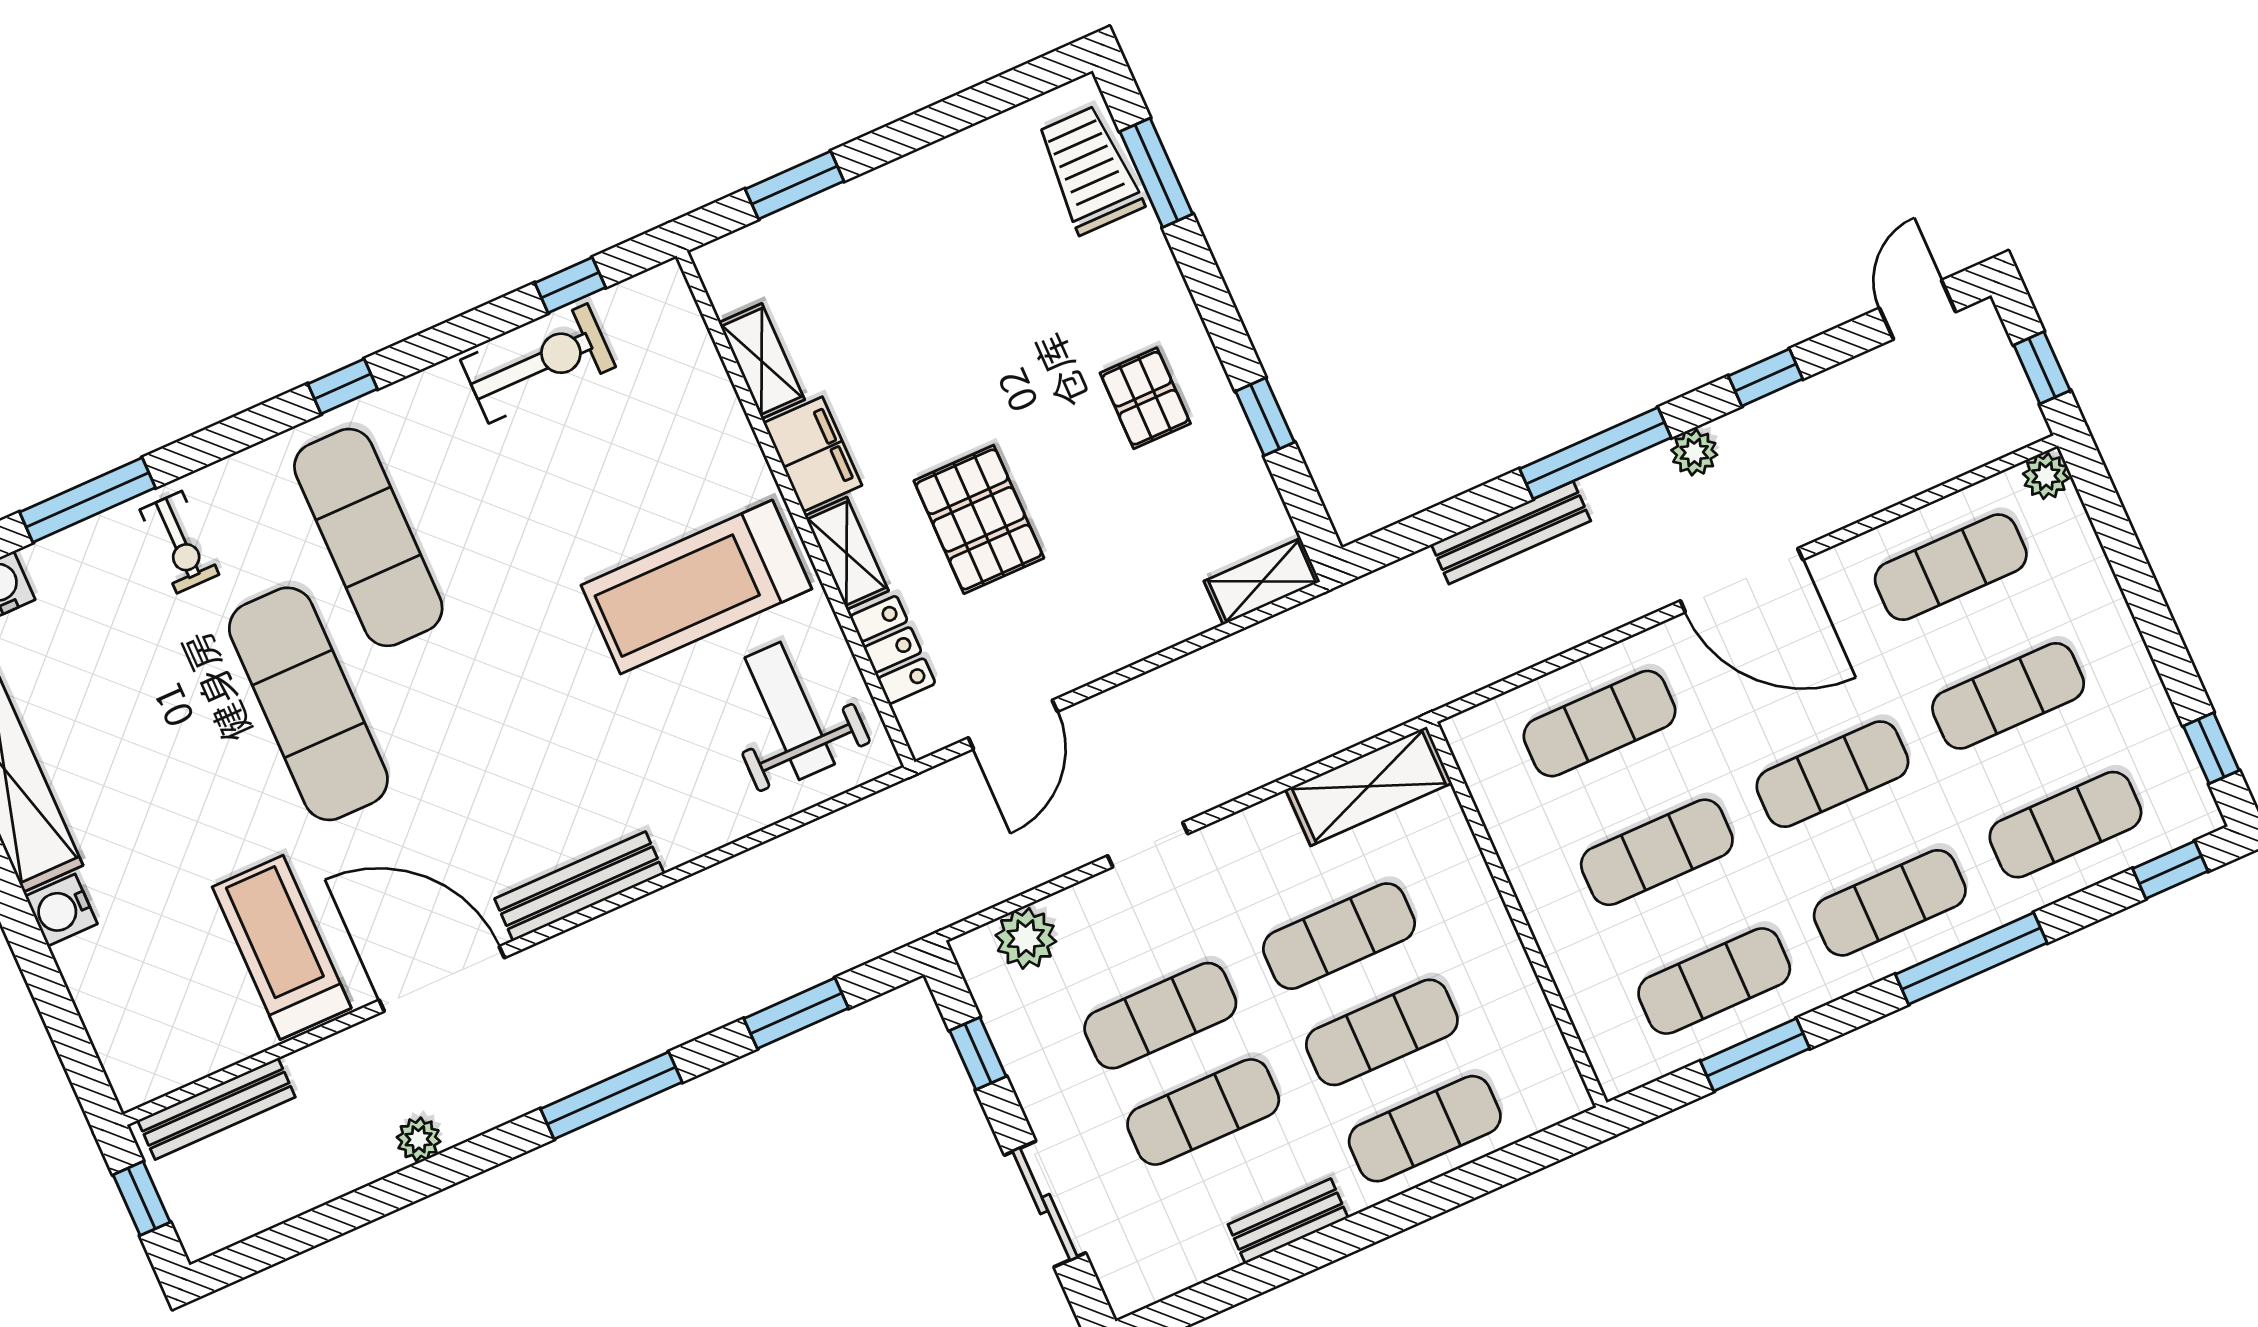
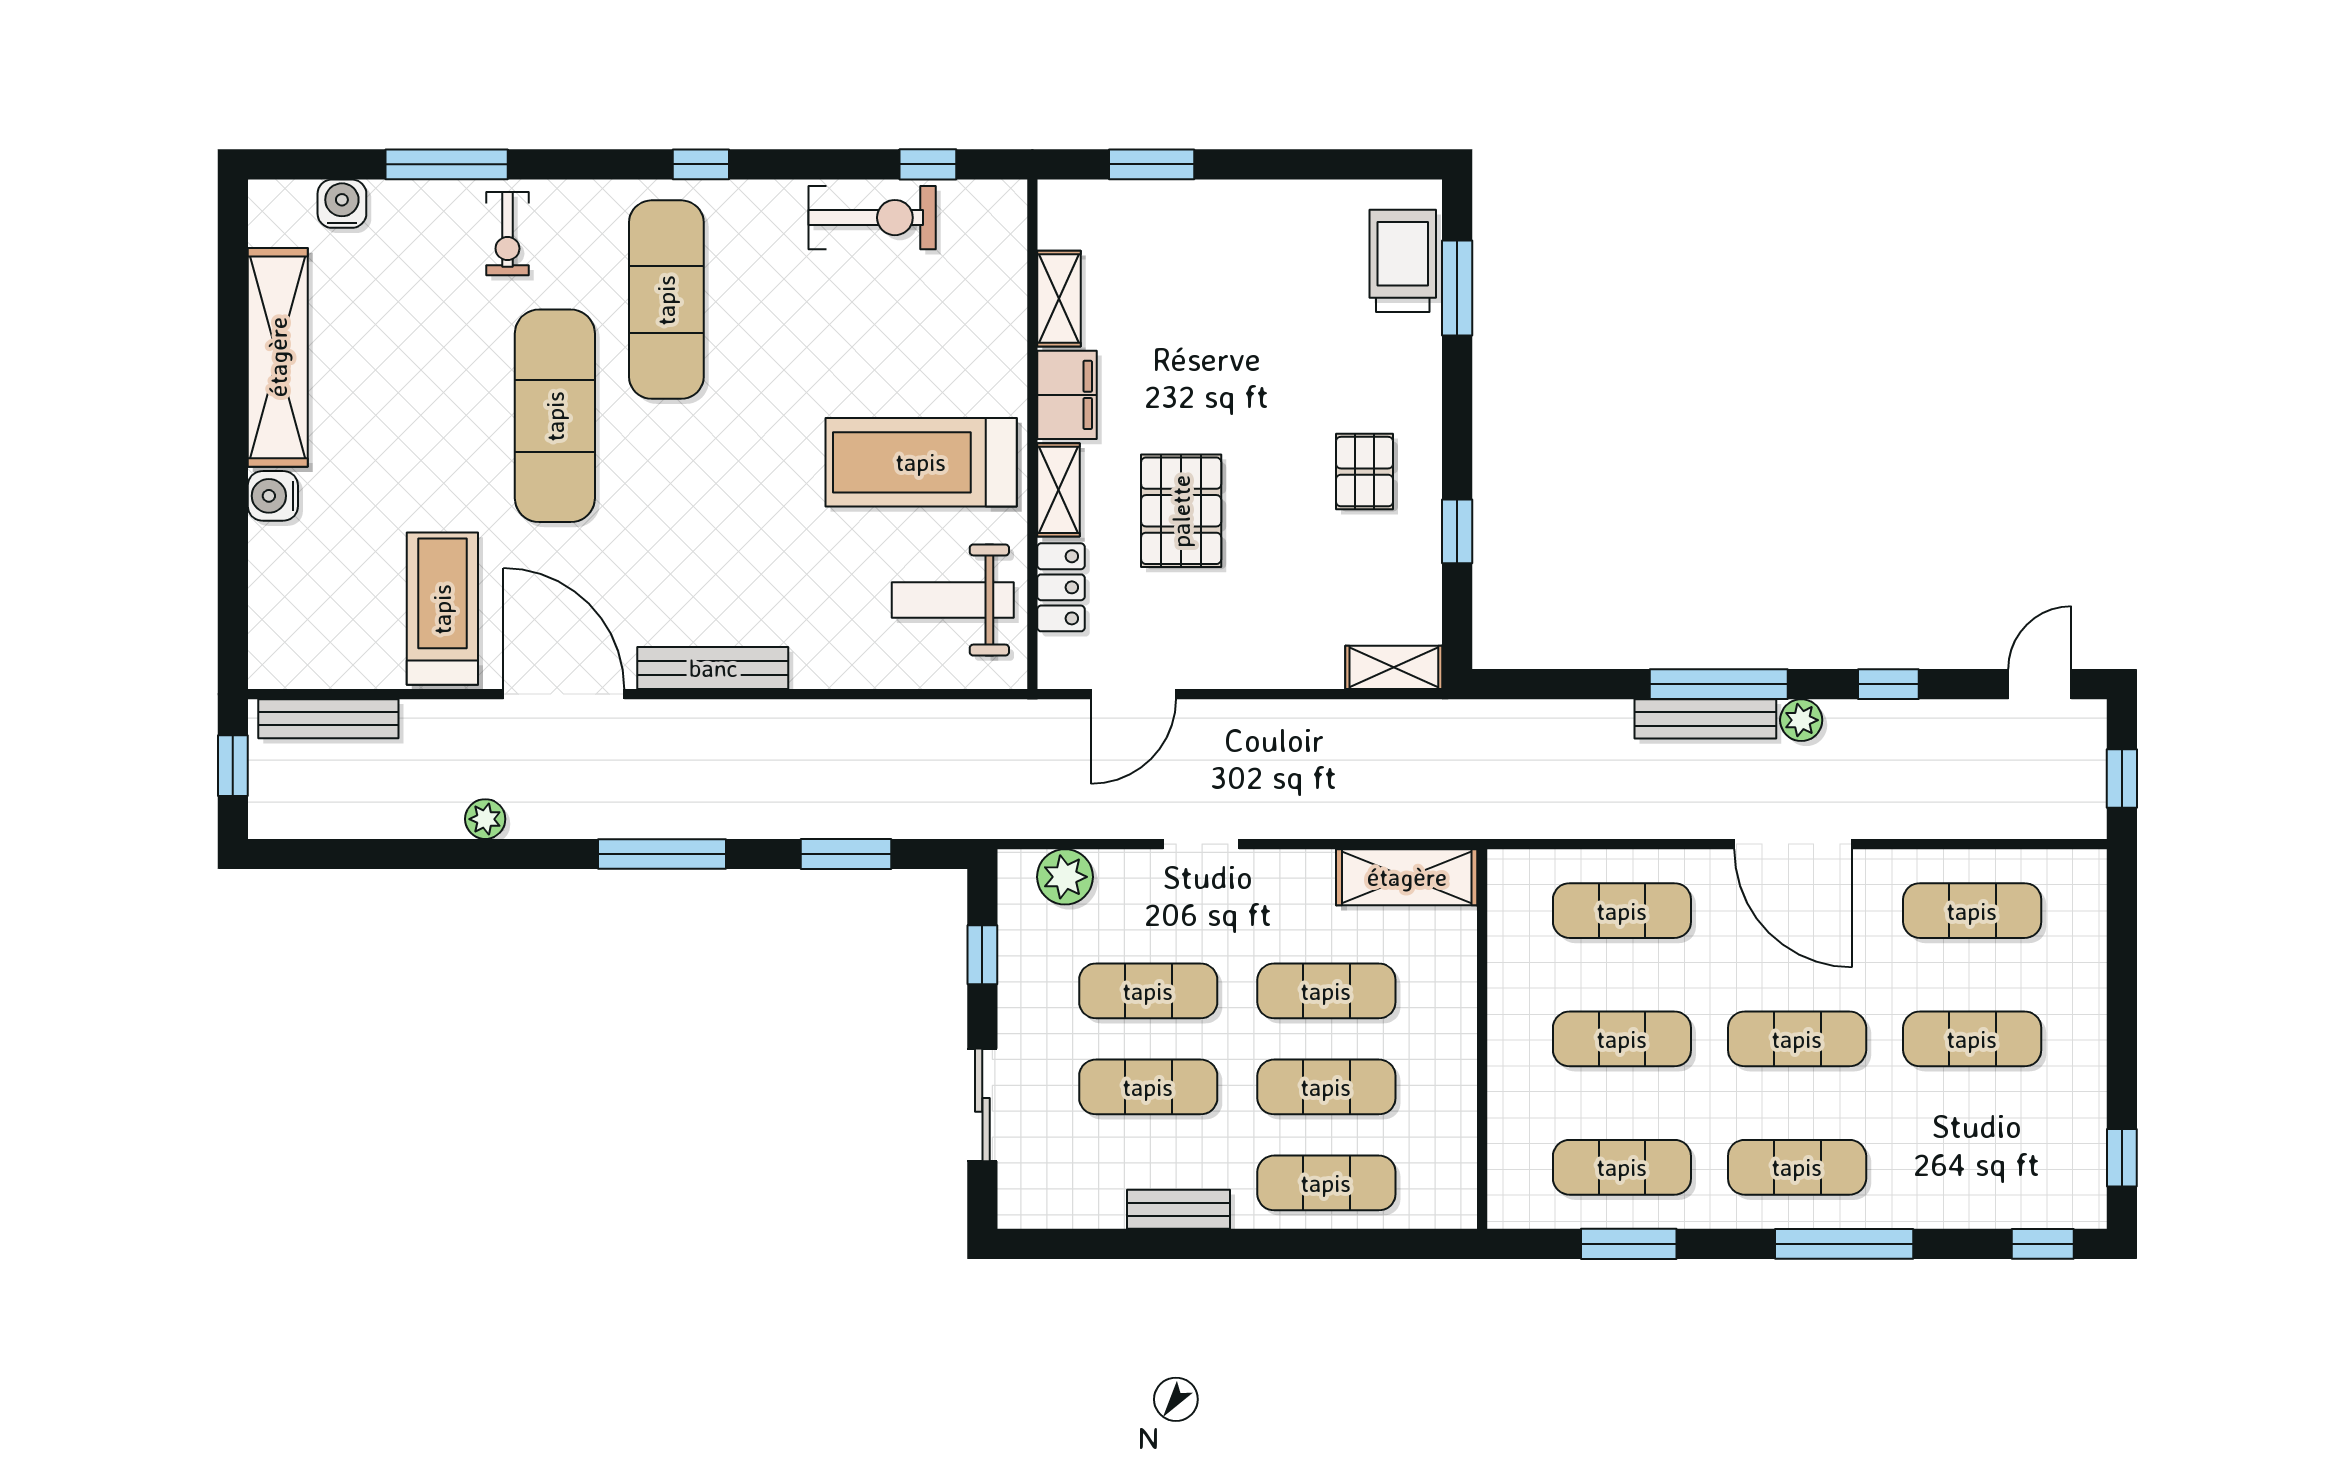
plant: (2046, 476) -> (2085, 870), removed
bench: (1511, 533) -> (1705, 719), moved
weight bench: (790, 711) -> (953, 600), turned -90
exercise mat: (2065, 825) -> (1972, 1167), removed

